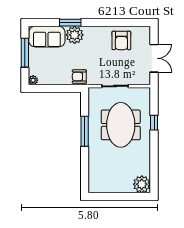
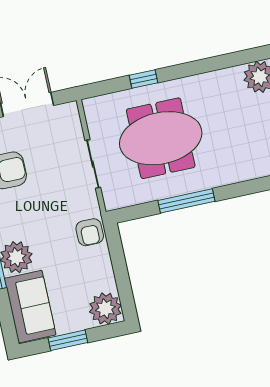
window: (25, 53) -> (68, 340), width x0.69
plant: (33, 80) -> (105, 309), width x1.88, depth x1.88

